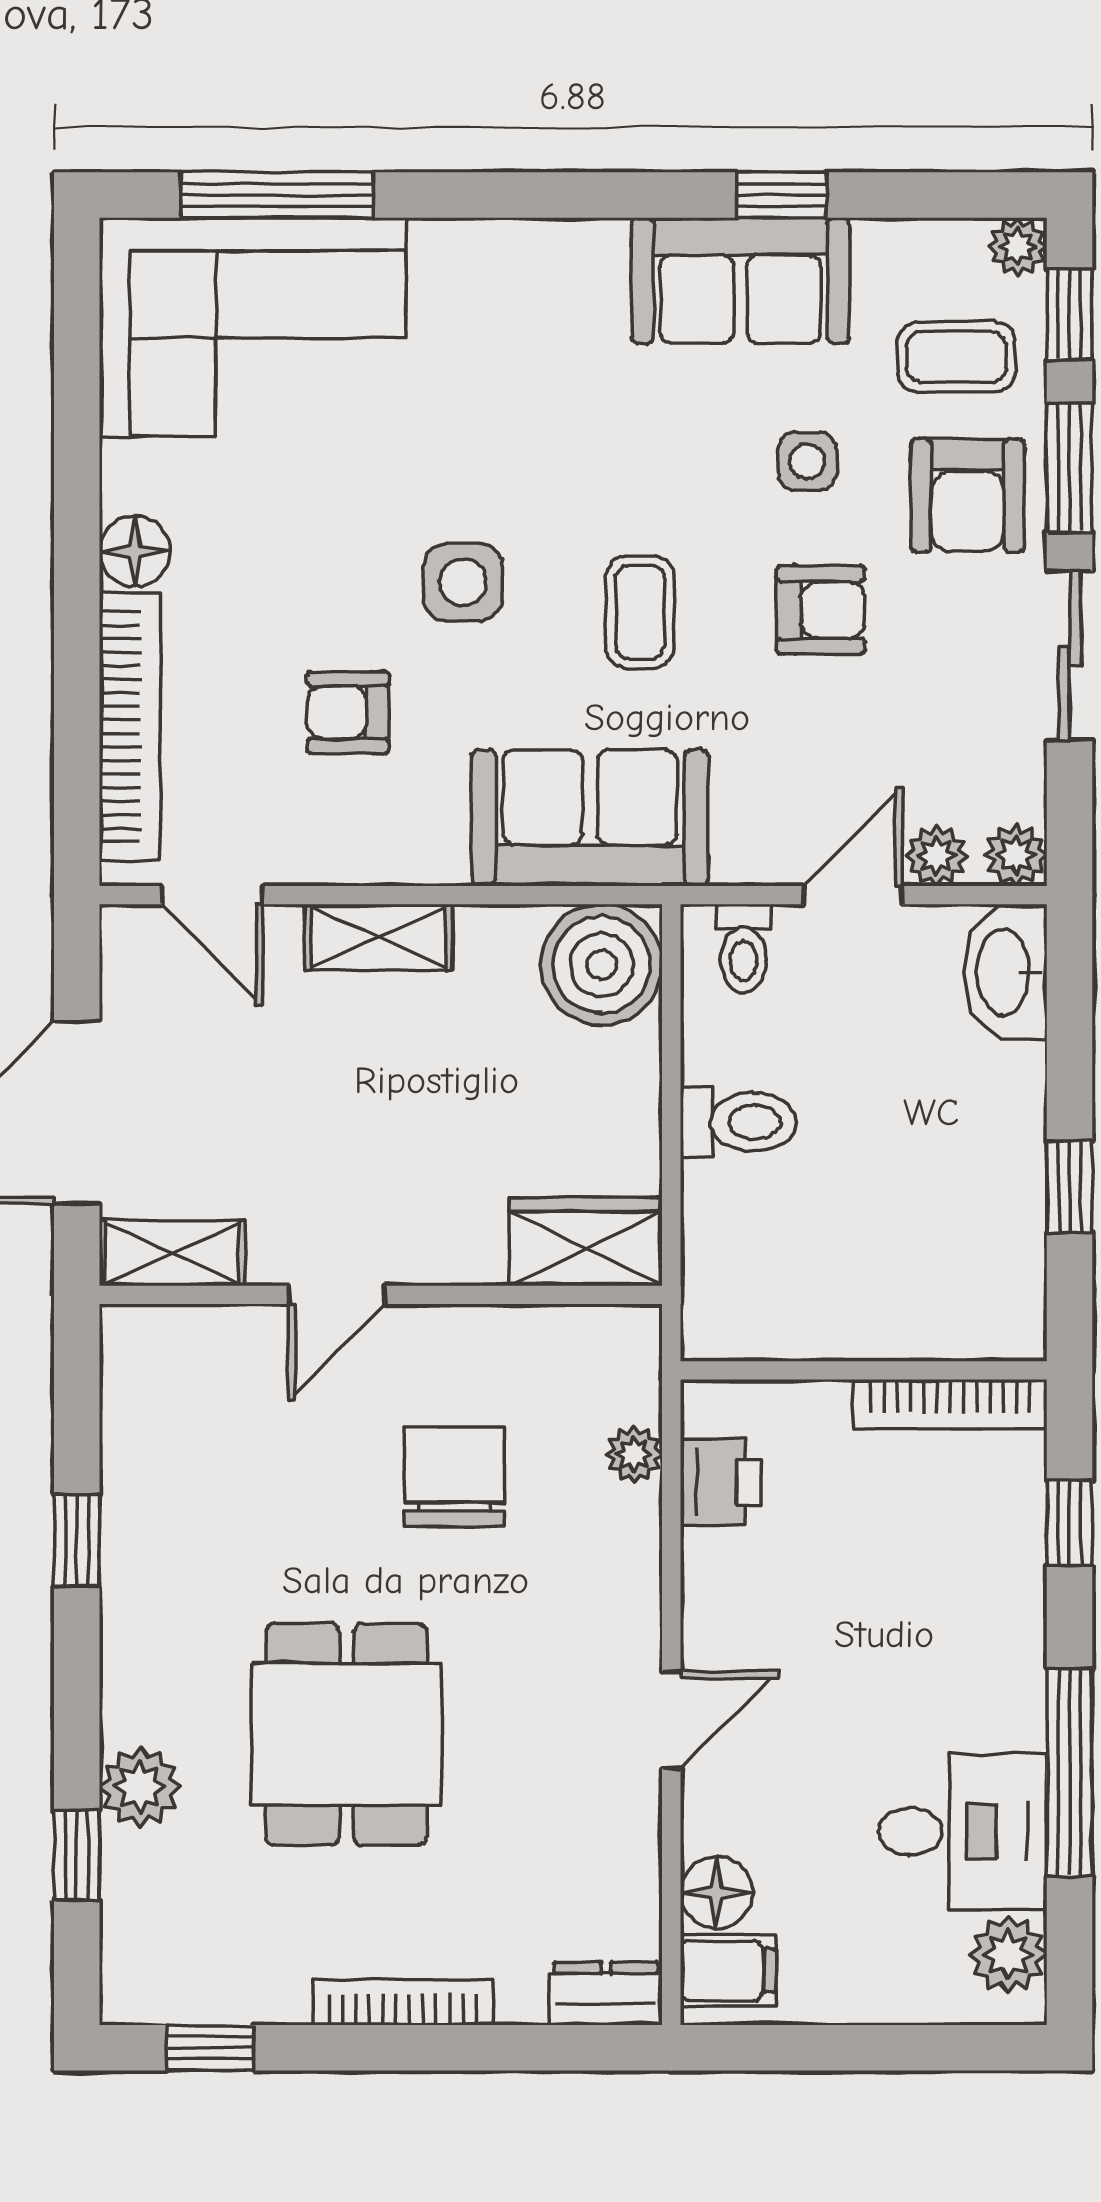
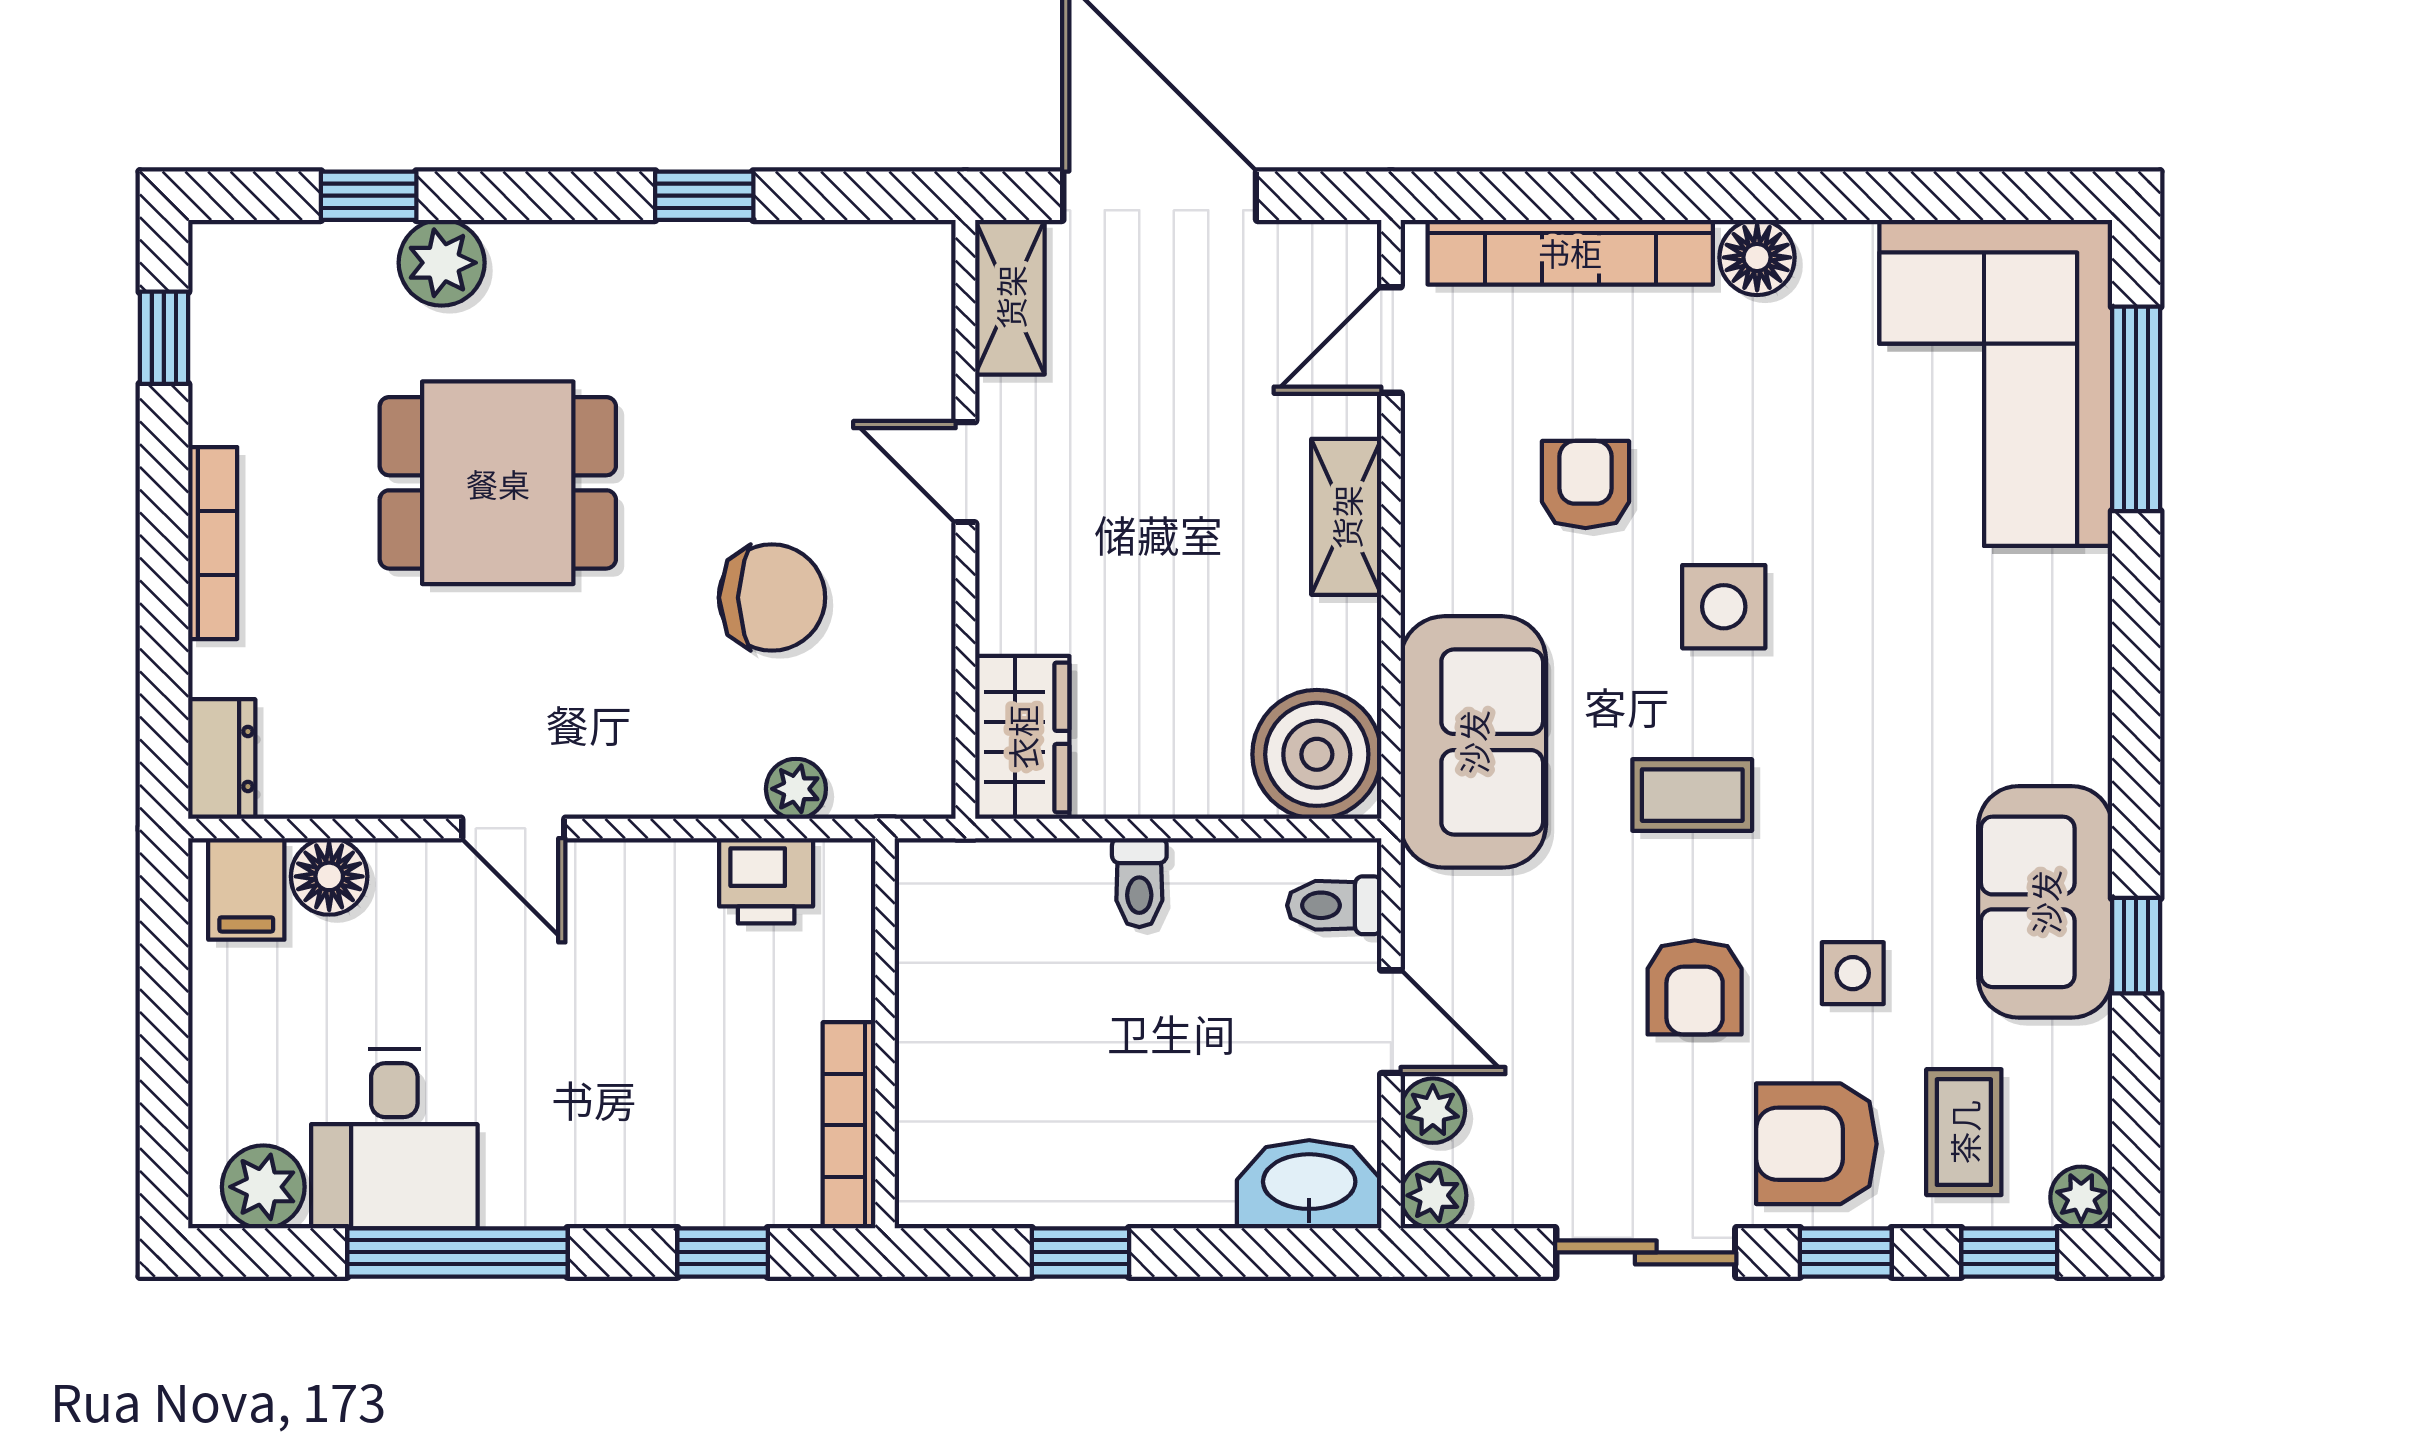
window: (1070, 468) -> (1846, 1252), width x0.67
toilet: (738, 1122) -> (1139, 883), width x0.73, depth x0.72

